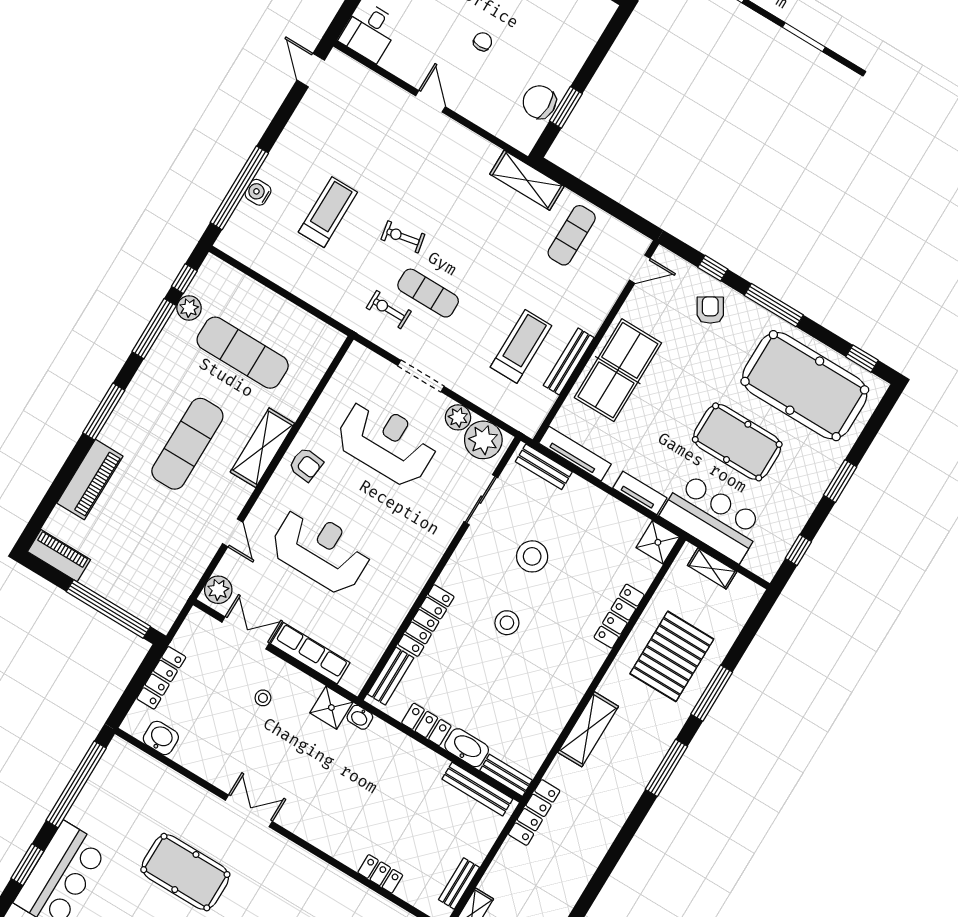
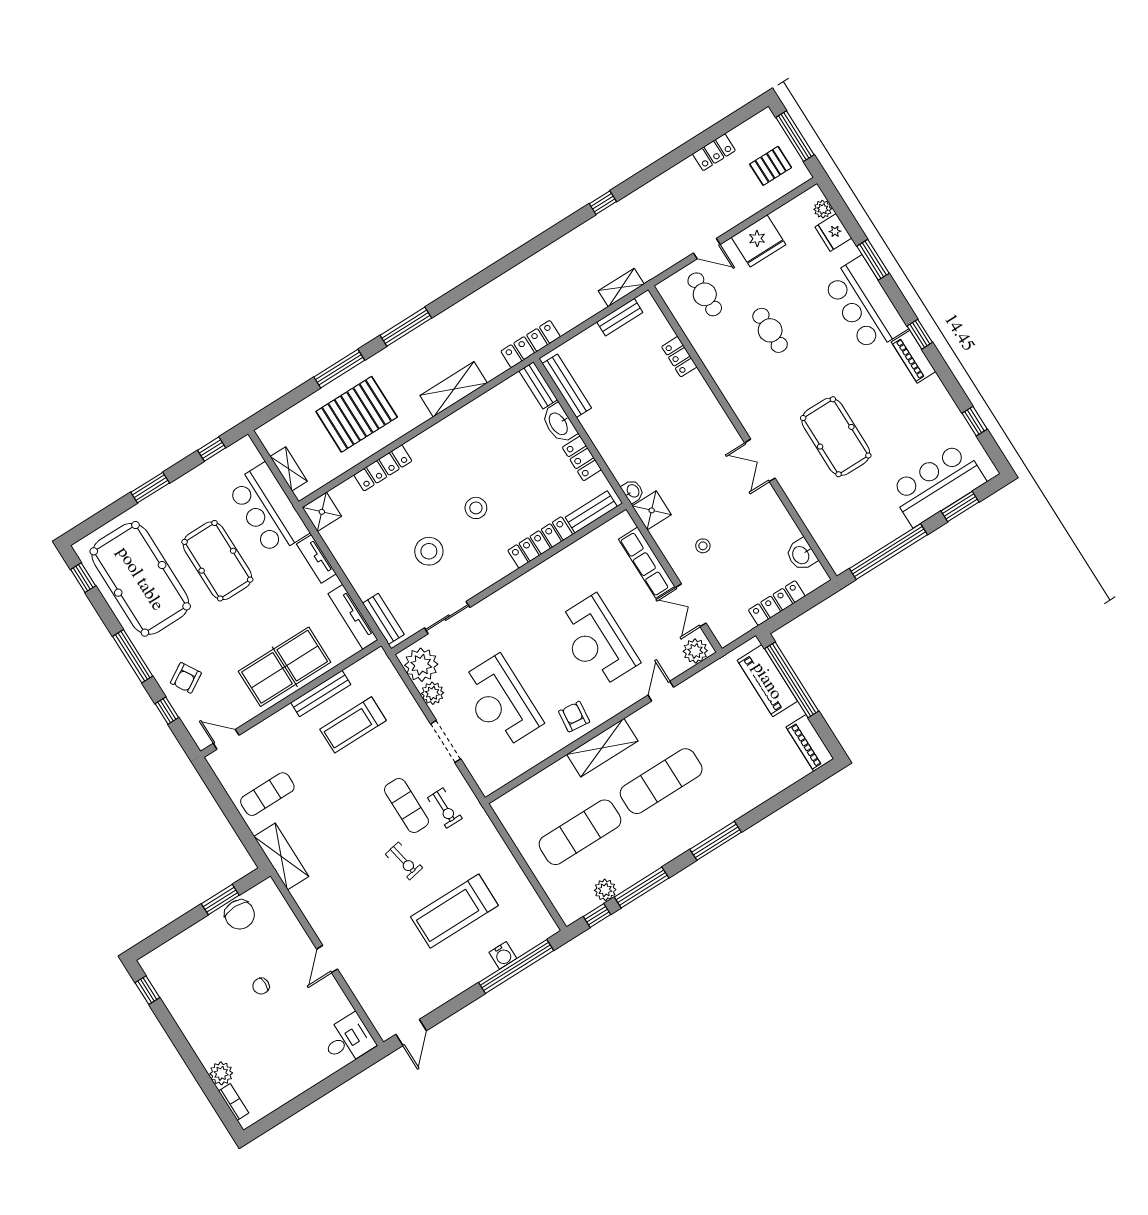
treadmill: (328, 212) -> (454, 911), width x1.37, depth x1.38
exercise mat: (243, 353) -> (580, 832), turned 90
piano: (90, 480) -> (767, 681), moved, turned -90

